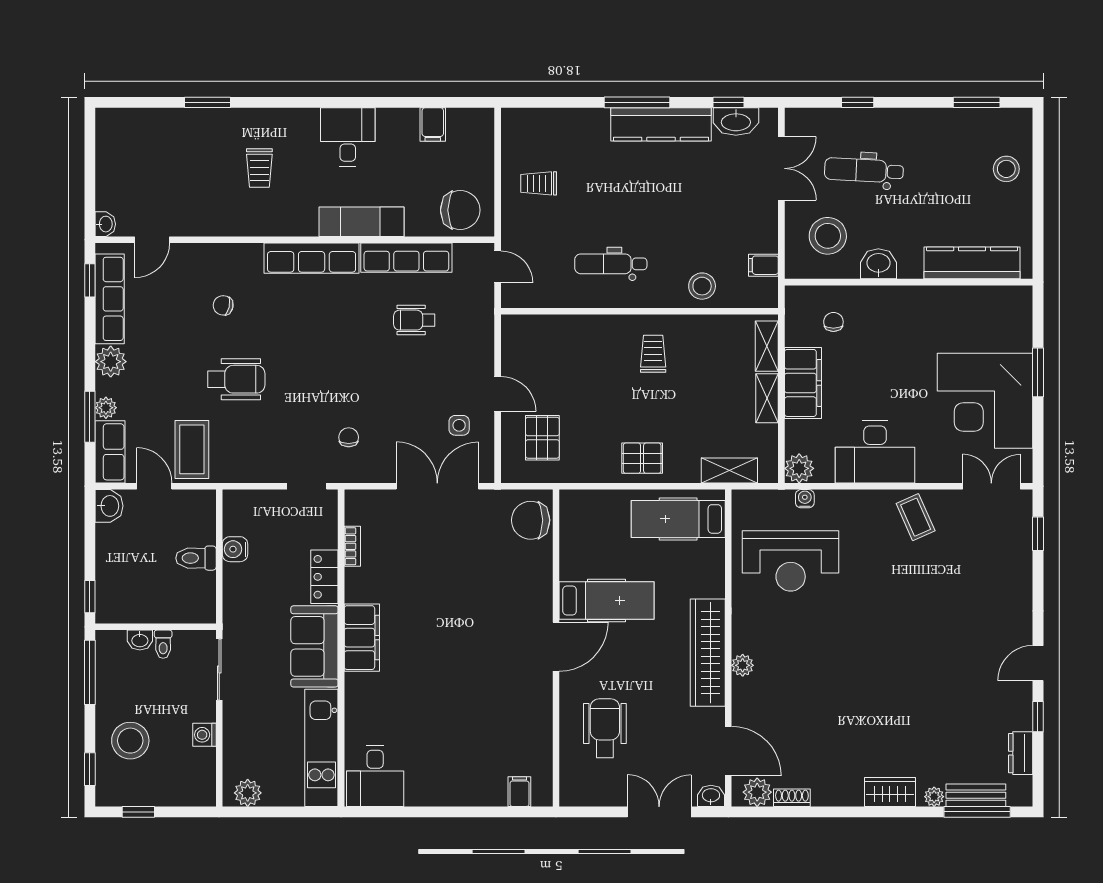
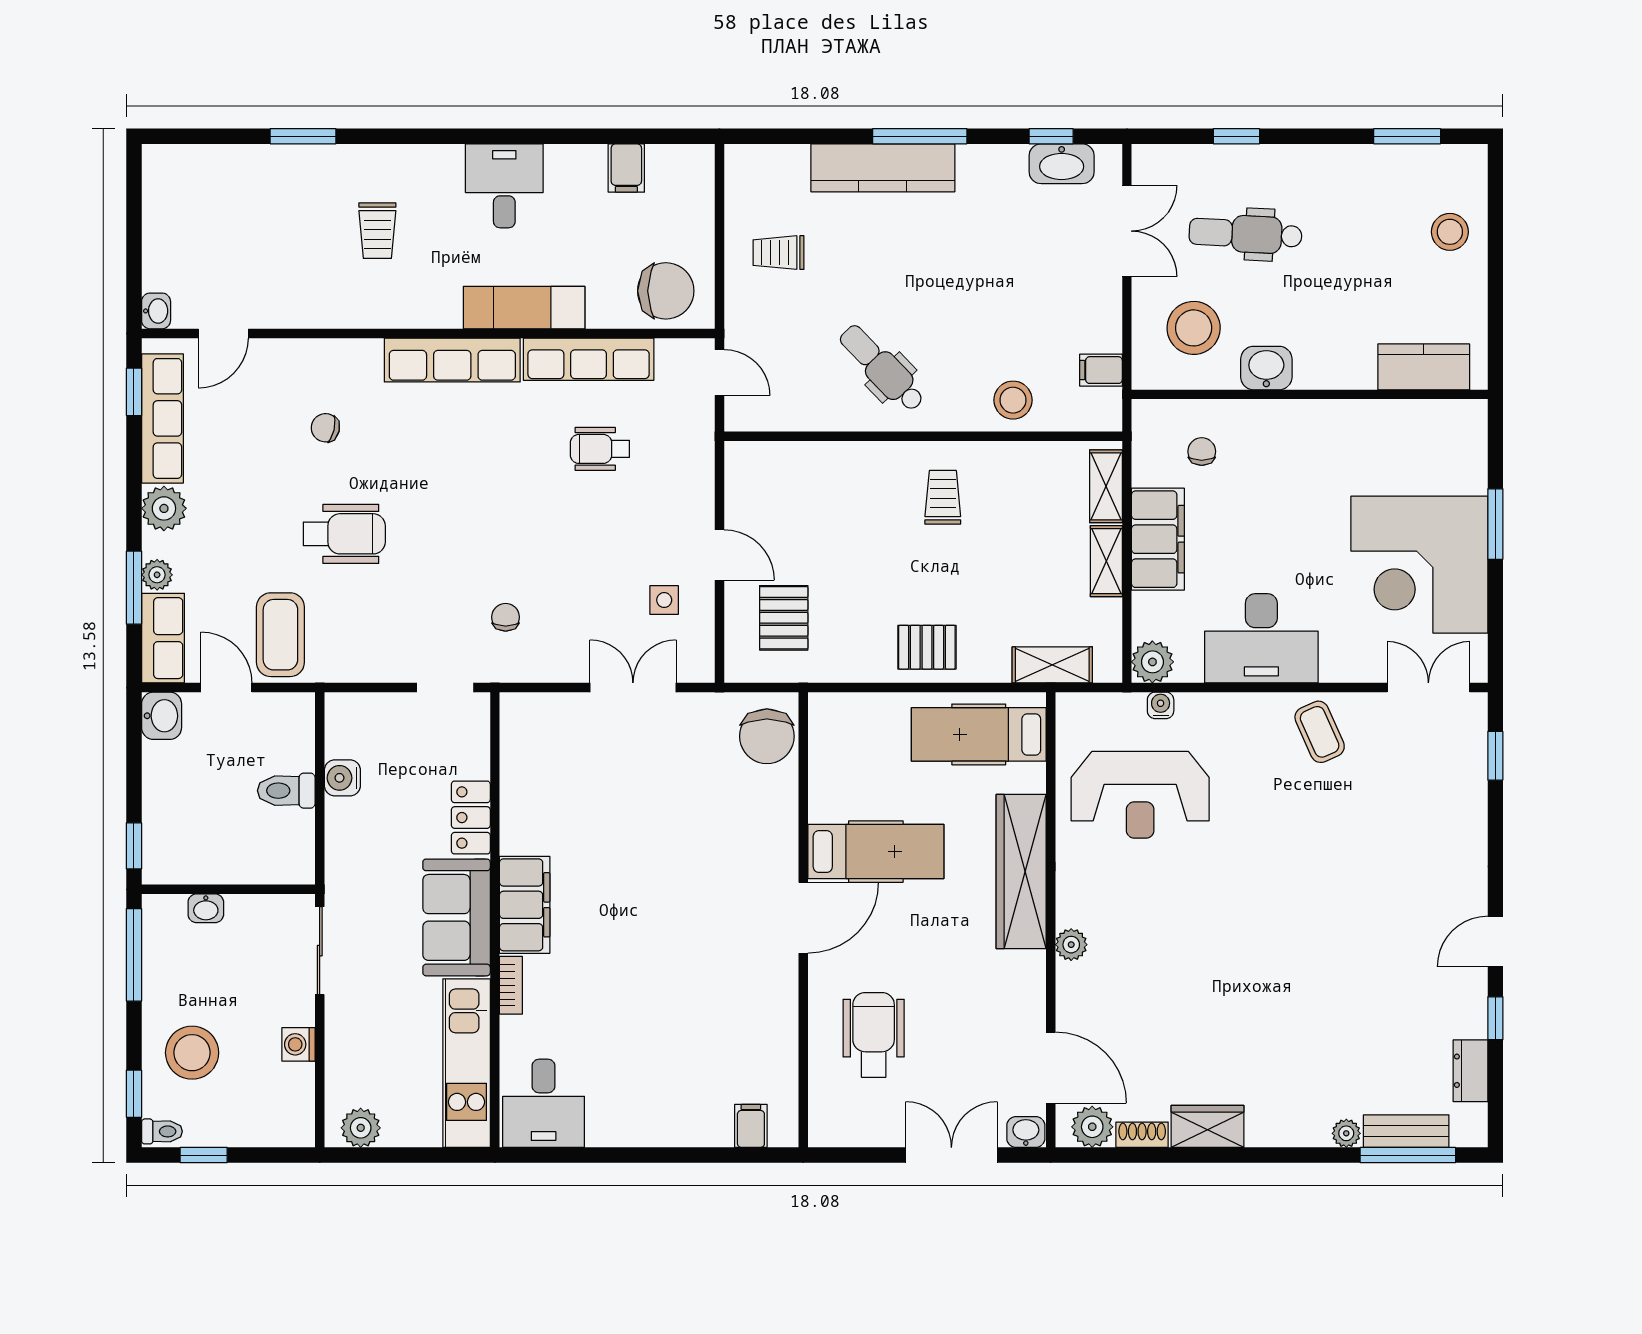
kitchen counter: (661, 124) -> (883, 168), moved
kitchen counter: (972, 263) -> (1424, 367), width x0.67
dental chair: (611, 264) -> (882, 368), turned 46
double door: (437, 486) -> (633, 688), width x0.73
chair: (531, 520) -> (767, 736), turned -90
bookcase: (352, 546) -> (511, 985), moved
toilet: (163, 644) -> (162, 1131), moved, turned -90
wardrobe: (708, 653) -> (1021, 872), moved
wardrobe: (890, 792) -> (1208, 1126), moved

